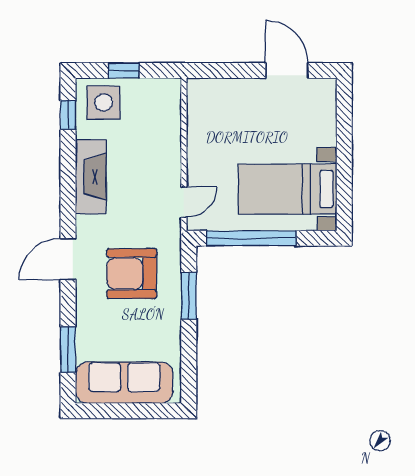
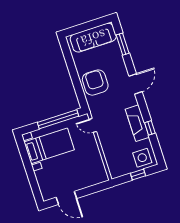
window: (68, 115) -> (150, 128), moved
door: (184, 202) -> (93, 125), hinge flipped
armchair: (132, 274) -> (95, 83), moved, turned -90
window: (189, 296) -> (77, 85), removed

